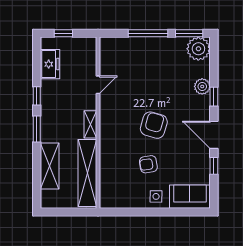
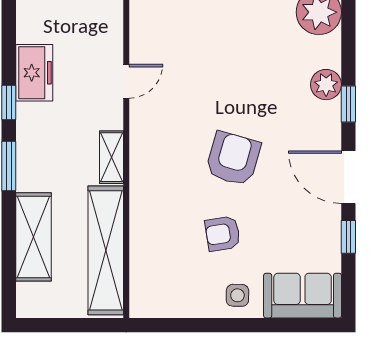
freezer: (50, 64) -> (34, 73), moved

